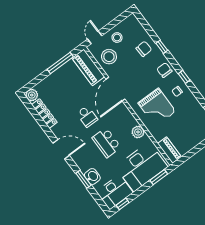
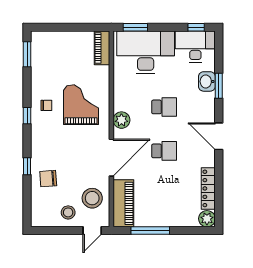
chair: (164, 70) -> (43, 139), removed
school desk: (87, 116) -> (164, 151), turned 90
plant: (138, 132) -> (121, 120), moved
school desk: (106, 143) -> (164, 107), width x0.54

